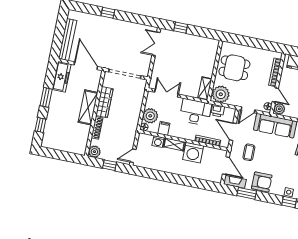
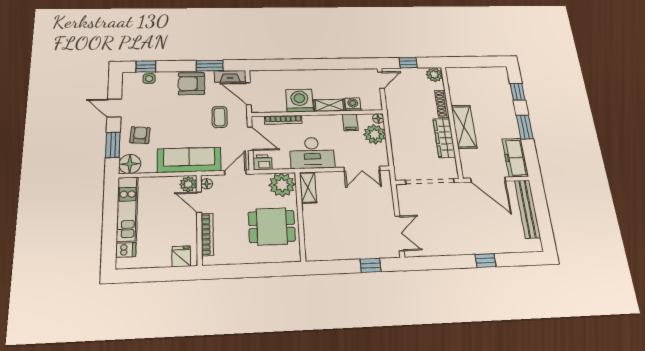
printer: (218, 111) -> (262, 162), moved

